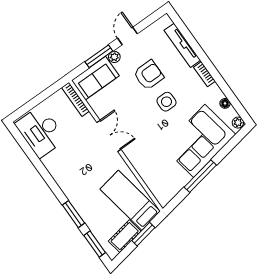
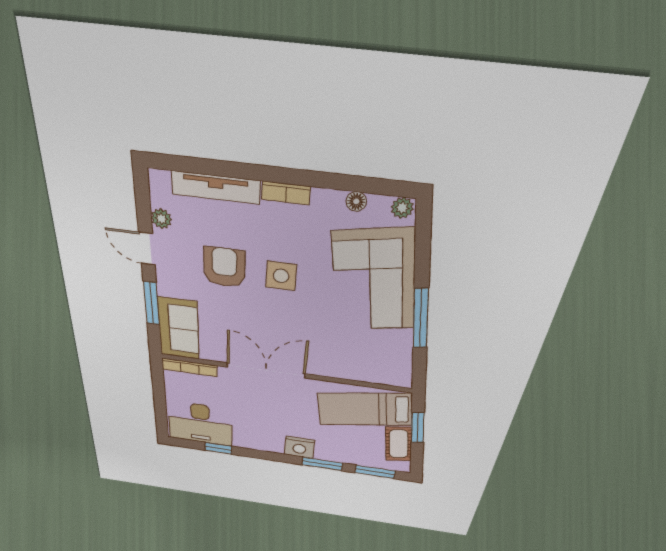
plant: (114, 57) -> (161, 219), moved
double door: (109, 136) -> (266, 370), width x1.37
window: (31, 154) -> (218, 448), added
nightstand: (74, 193) -> (299, 447), added

